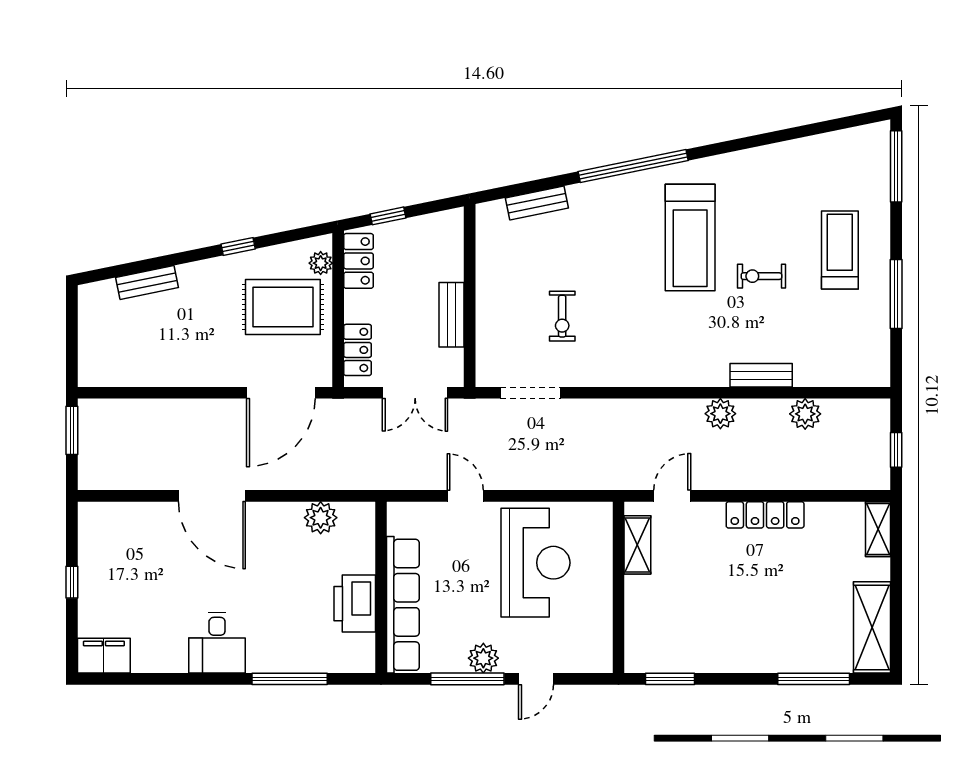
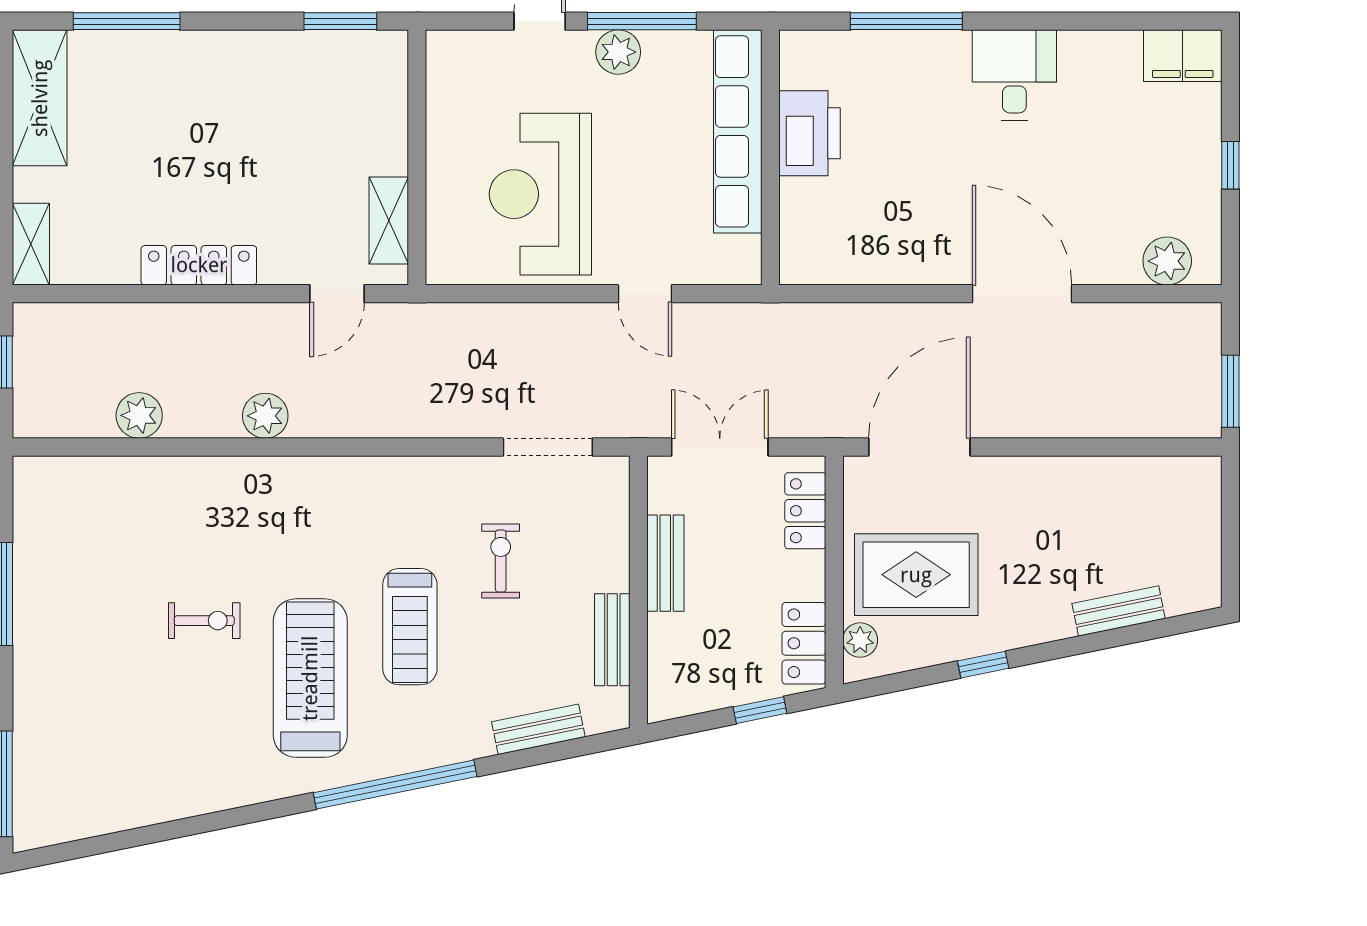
treadmill: (840, 250) -> (410, 627), moved
bench: (761, 375) -> (612, 640), moved, turned 90
plant: (321, 518) -> (1167, 261), moved

